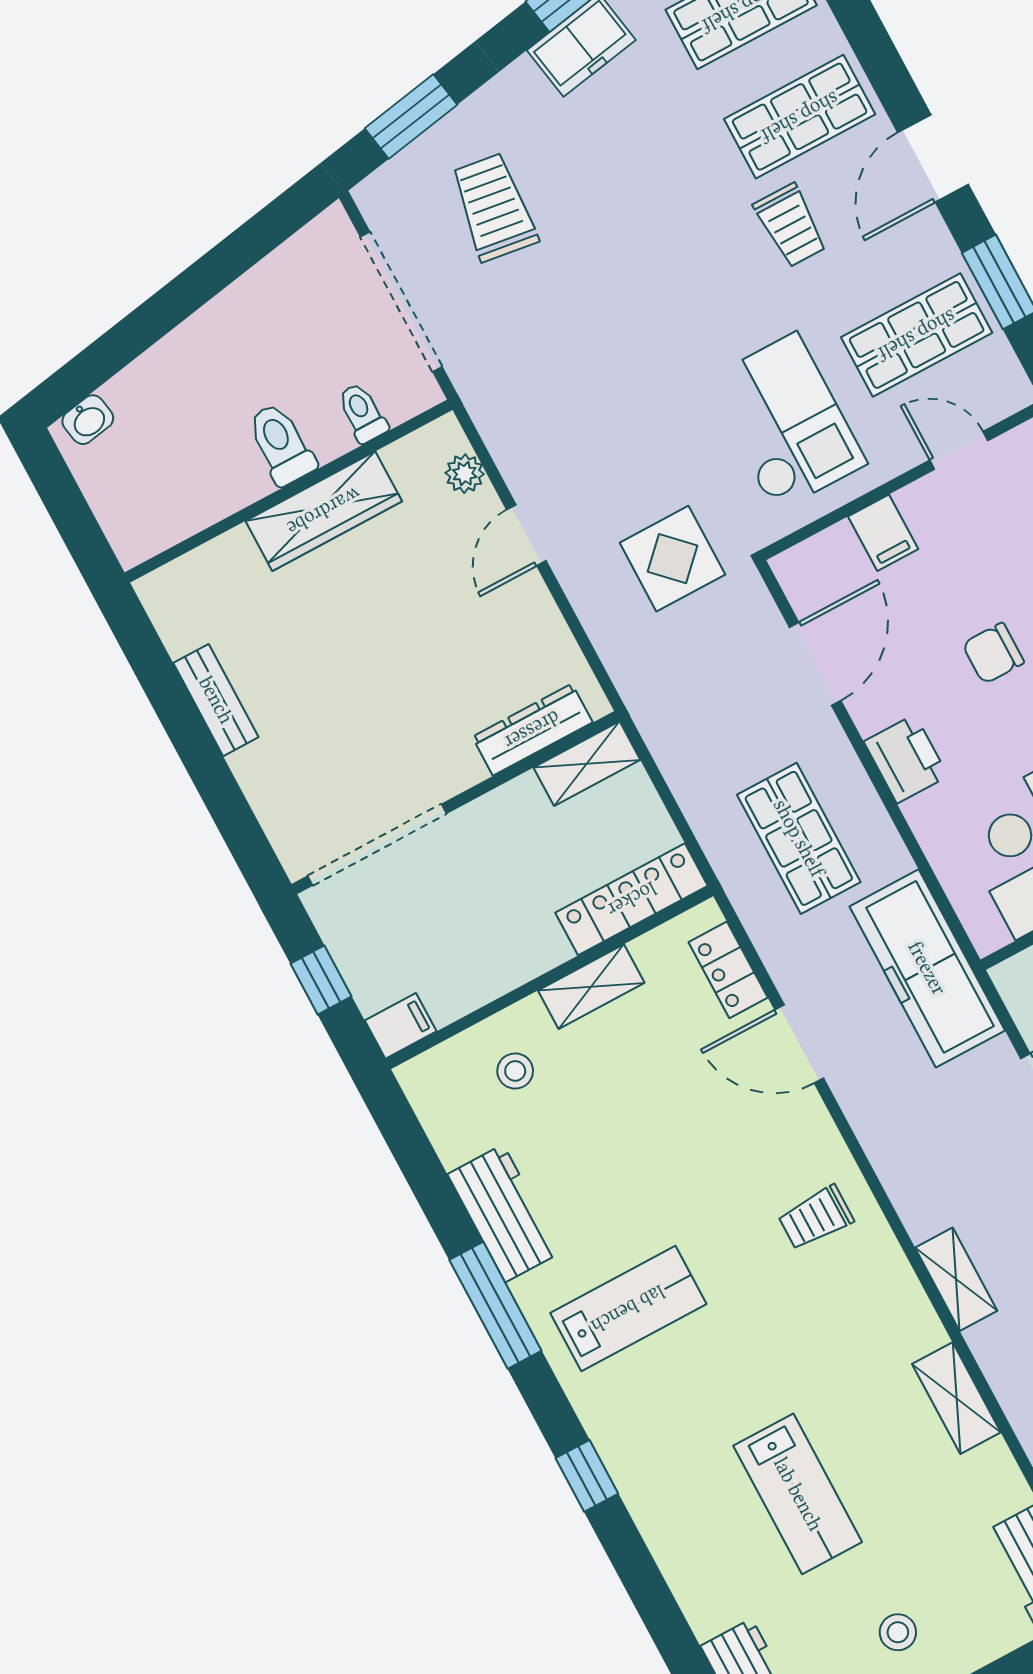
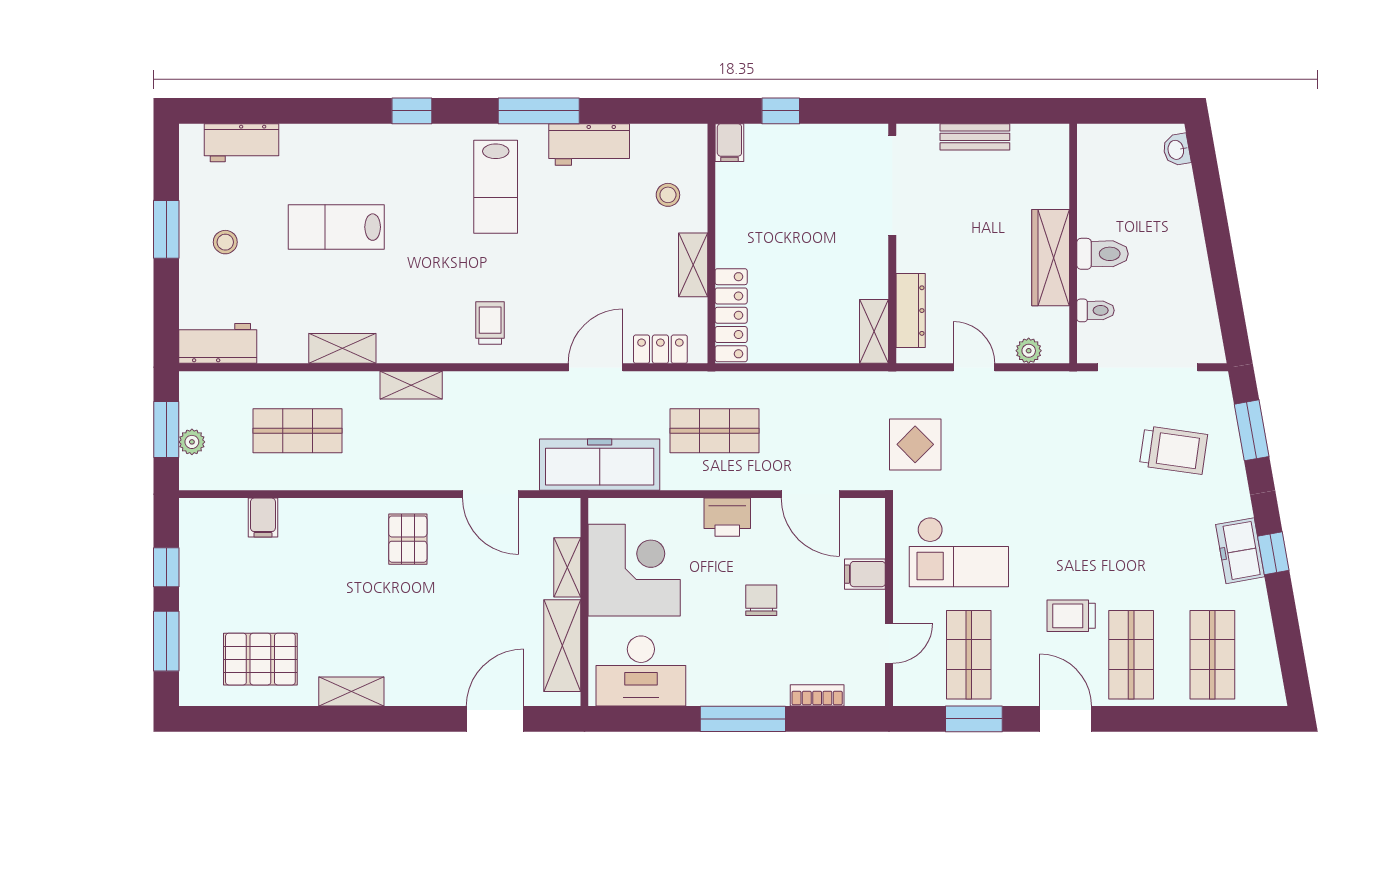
dresser: (532, 730) -> (911, 311), moved
shelving: (587, 764) -> (874, 331), moved
wall: (456, 803) -> (892, 244), moved
doorway: (377, 845) -> (892, 185), moved

